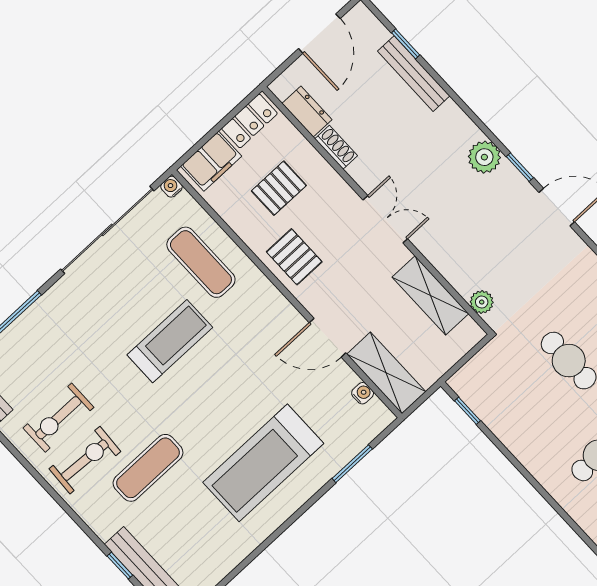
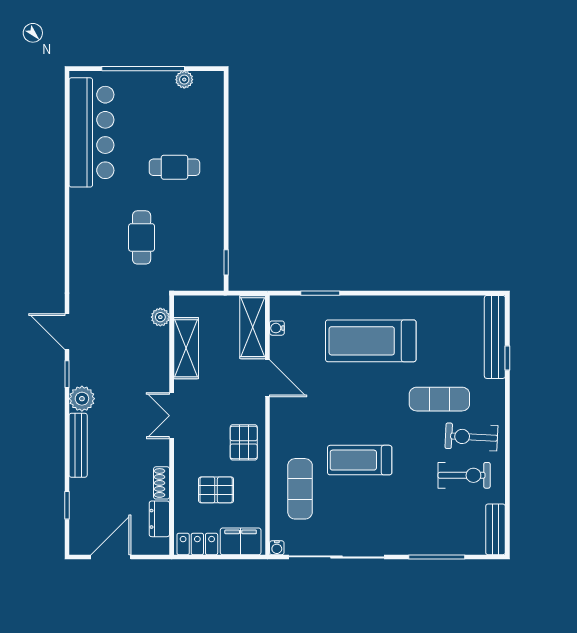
bench: (414, 74) -> (78, 445), moved
treadmill: (263, 463) -> (371, 341), turned 180

